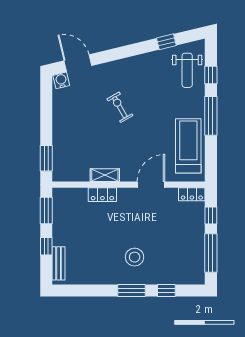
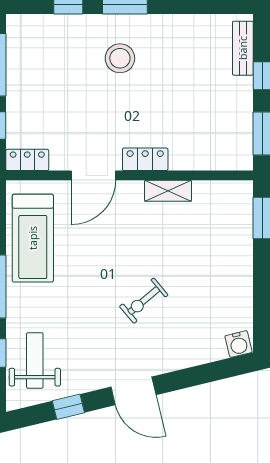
door: (78, 63) -> (133, 391), moved
exercise bike: (120, 107) -> (144, 301), turned 80
locker: (102, 195) -> (145, 159), moved

